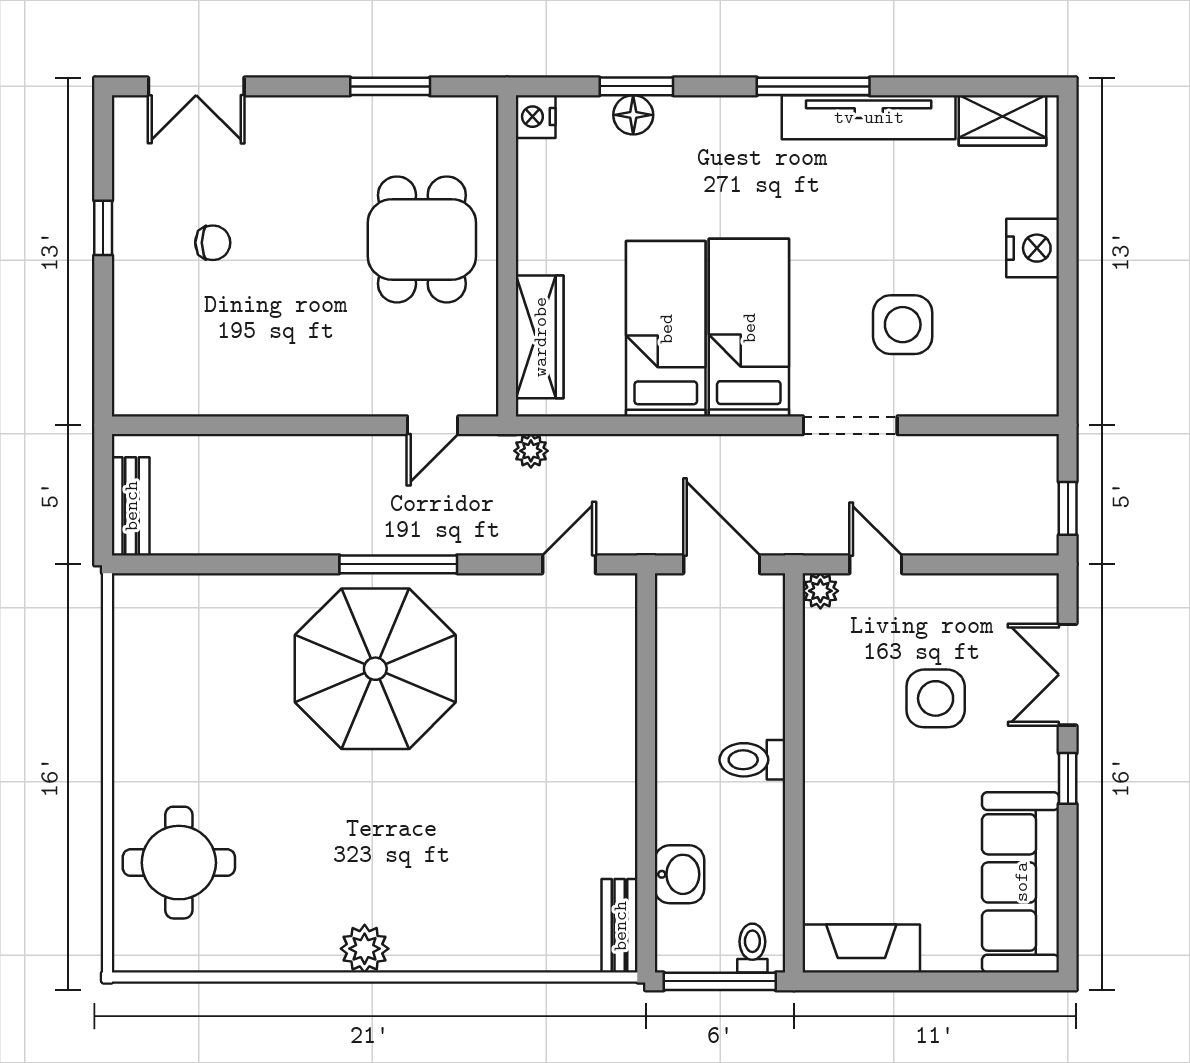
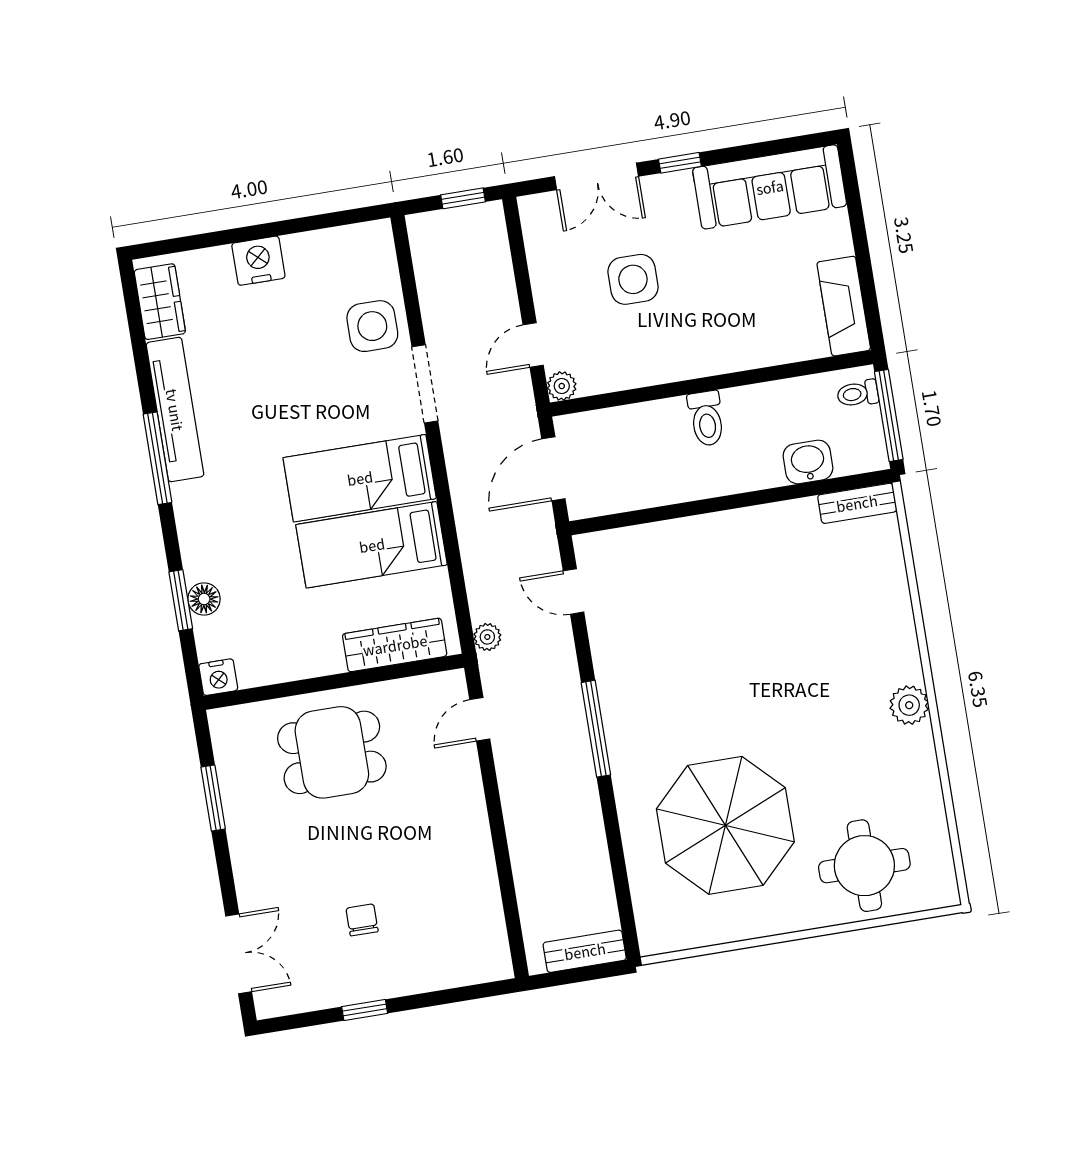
side table: (903, 325) -> (372, 326), moved
door: (433, 425) -> (480, 719), swing flipped
parasol: (375, 669) -> (725, 825), moved

